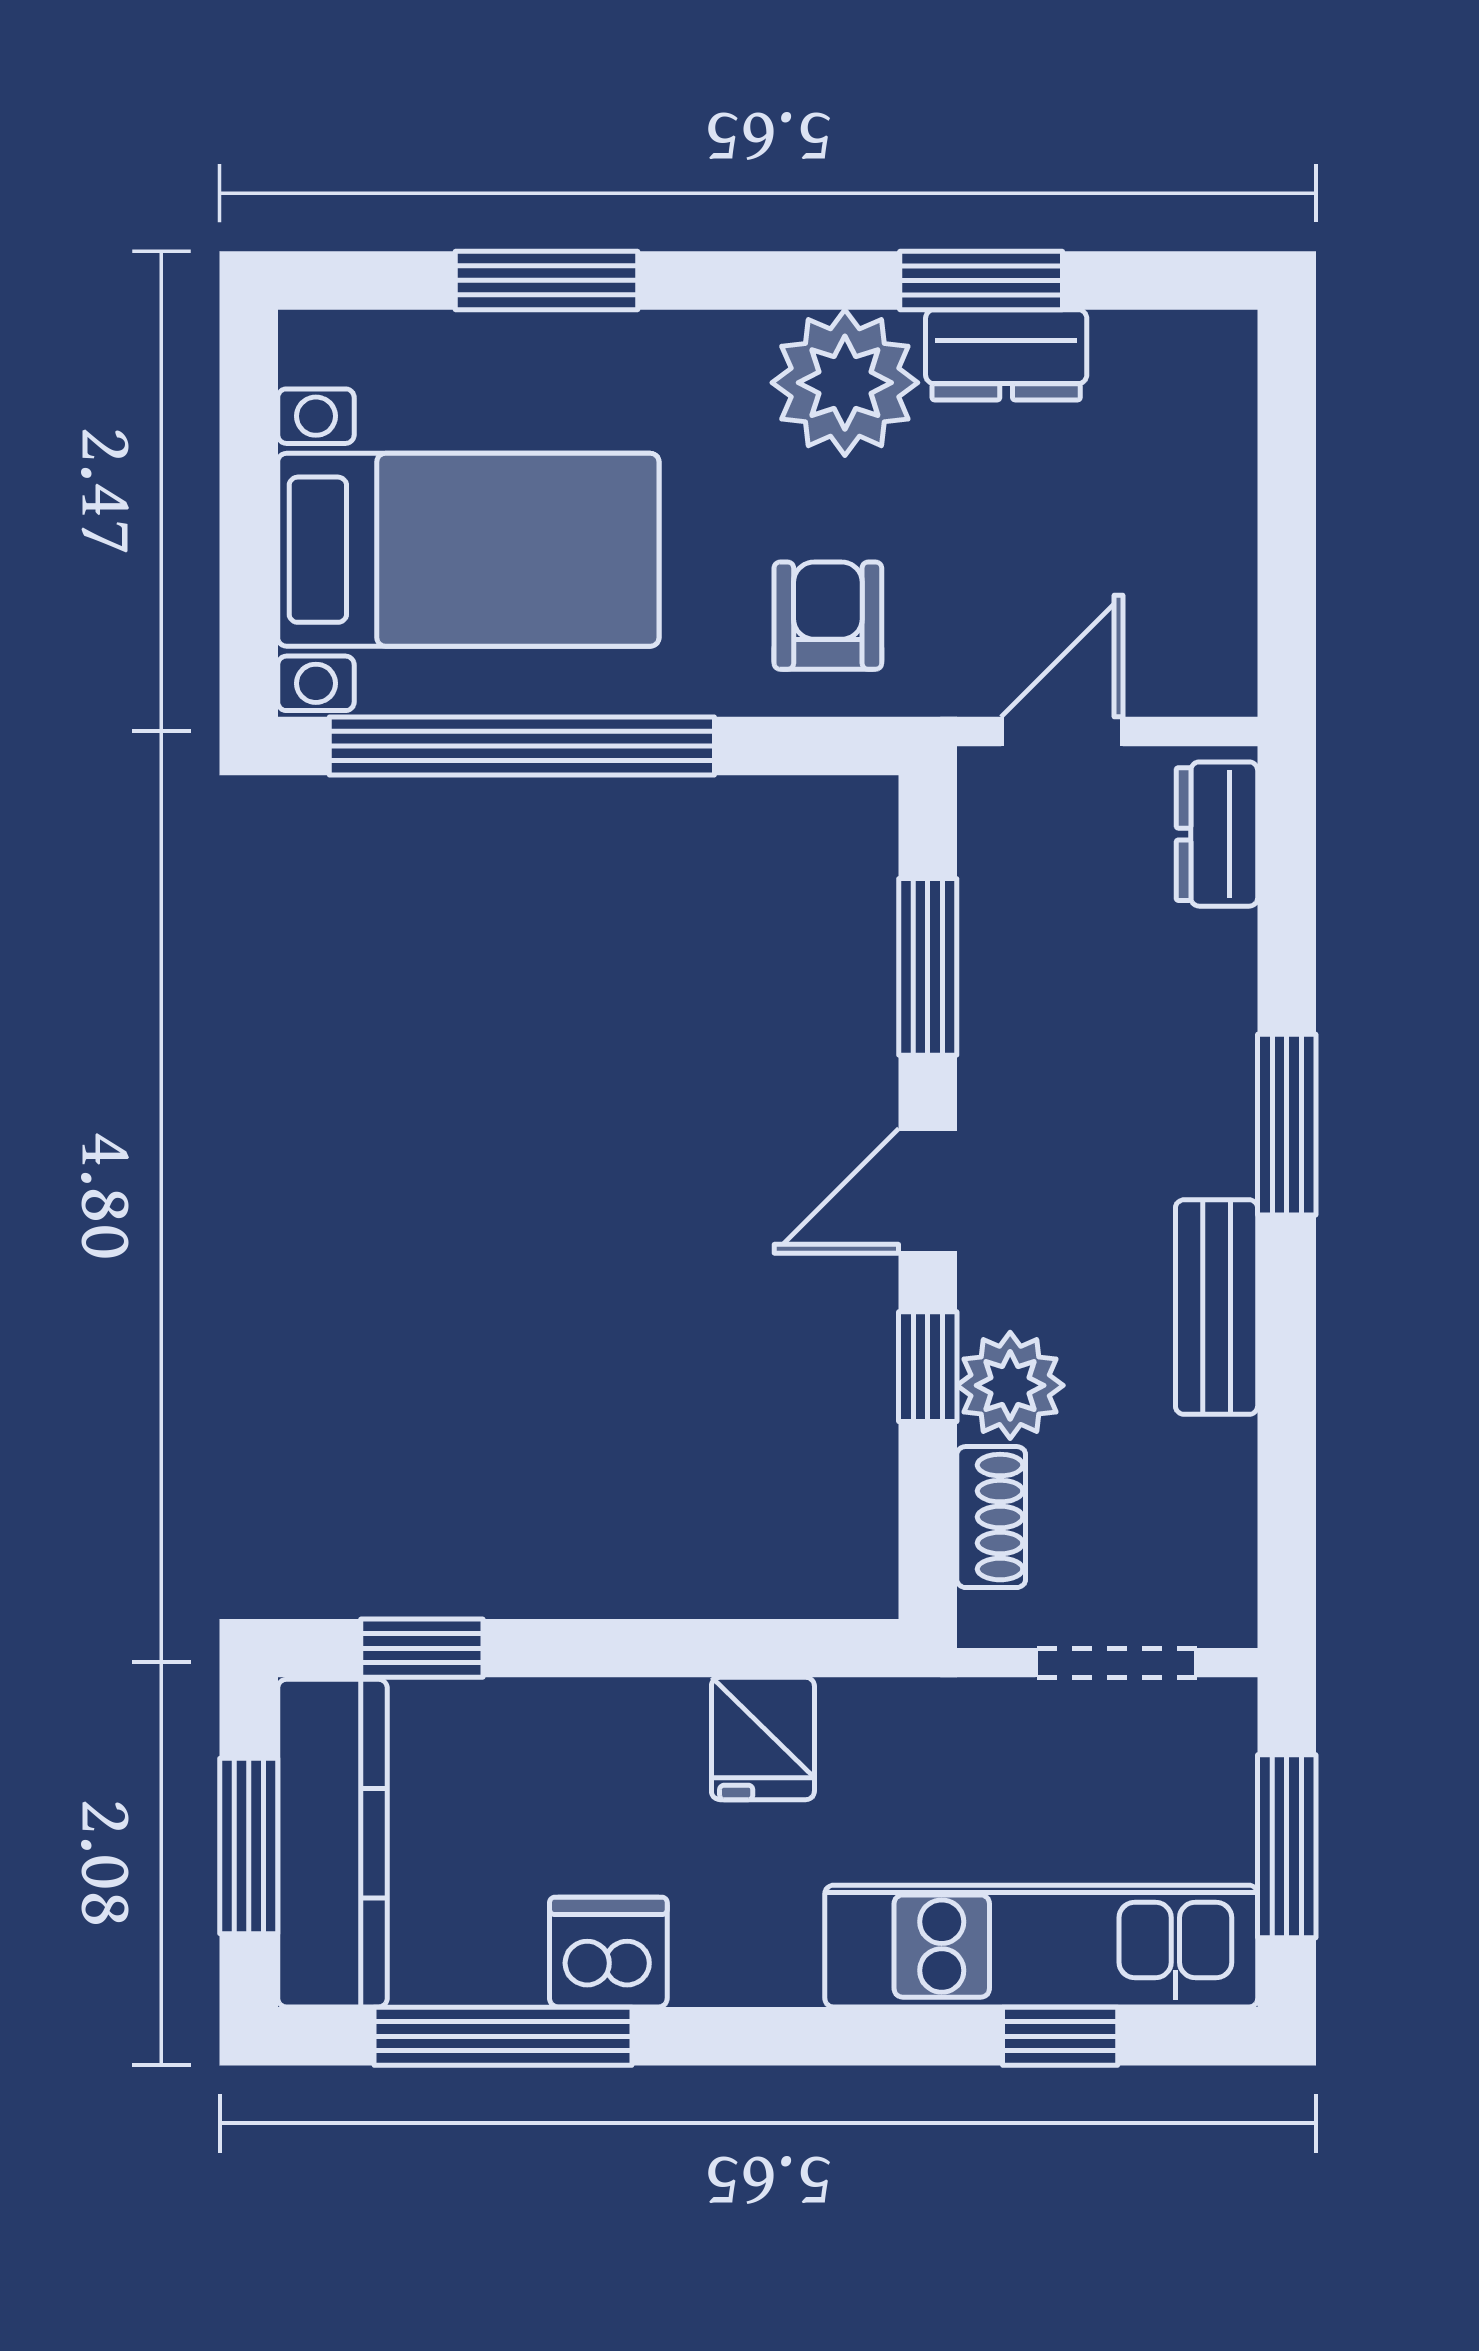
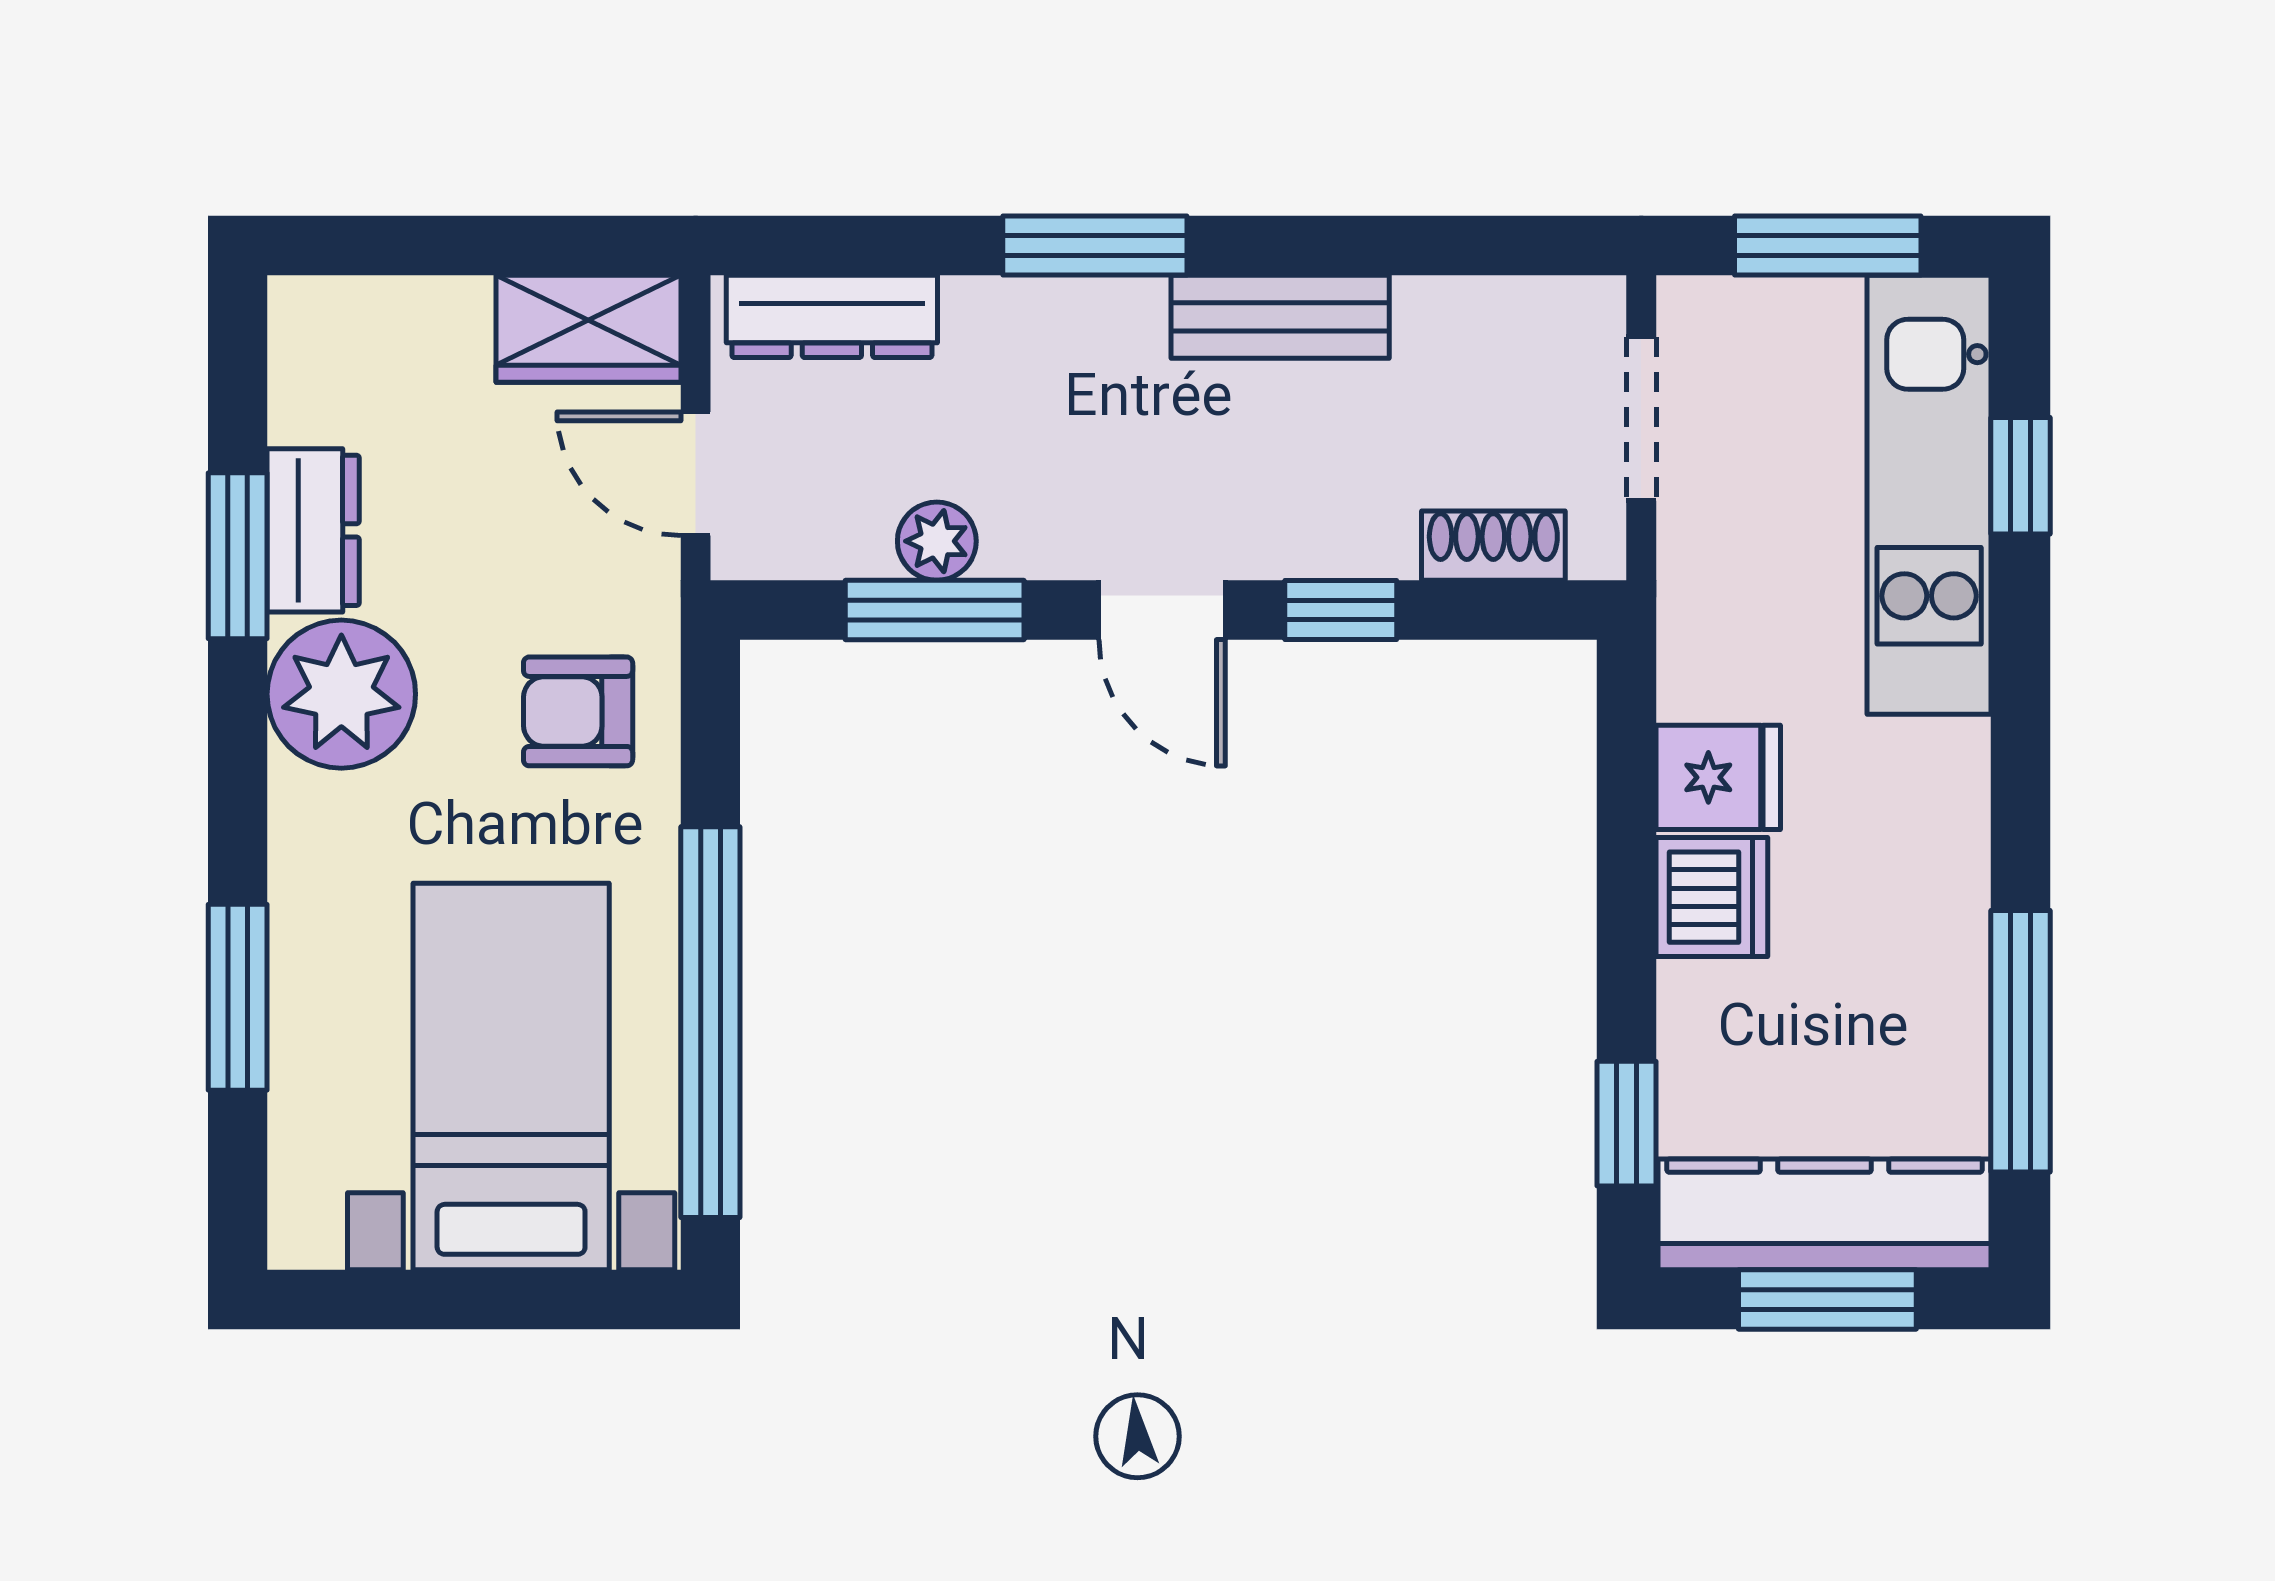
wardrobe: (1205, 626) -> (588, 329), added
dresser: (1217, 834) -> (832, 316), width x1.44
plant: (1010, 1385) -> (937, 541), moved, width x0.73, depth x0.73
dishwasher: (608, 1952) -> (1712, 897), moved, turned 180

